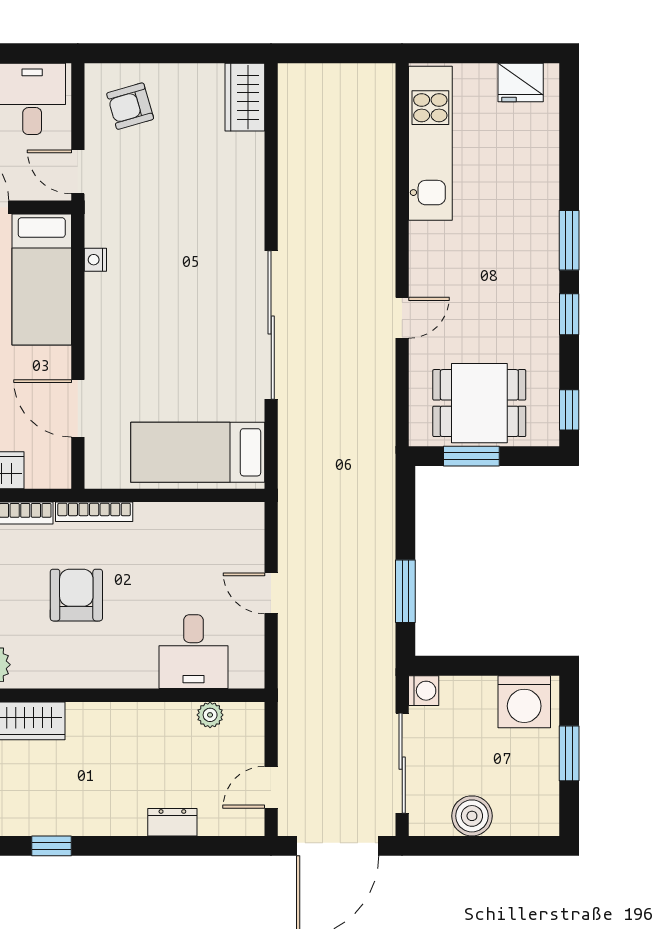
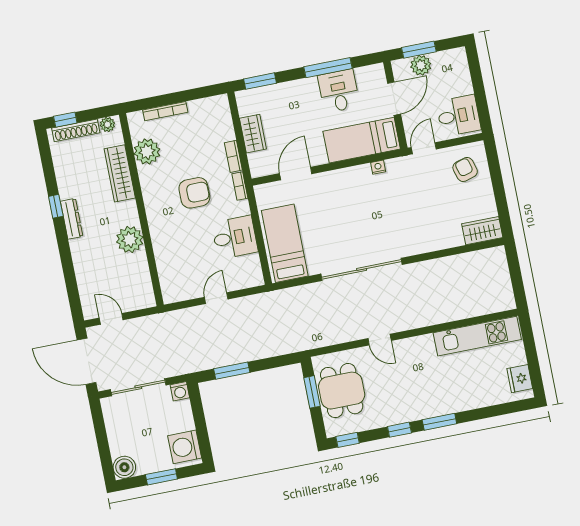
bookcase: (94, 512) -> (240, 186), width x0.64
desk: (193, 652) -> (235, 237), moved, turned 180
plant: (210, 715) -> (130, 240), moved, width x1.87, depth x1.87
boiler: (472, 816) -> (124, 467), moved
dresser: (172, 822) -> (72, 219), moved, width x1.44

